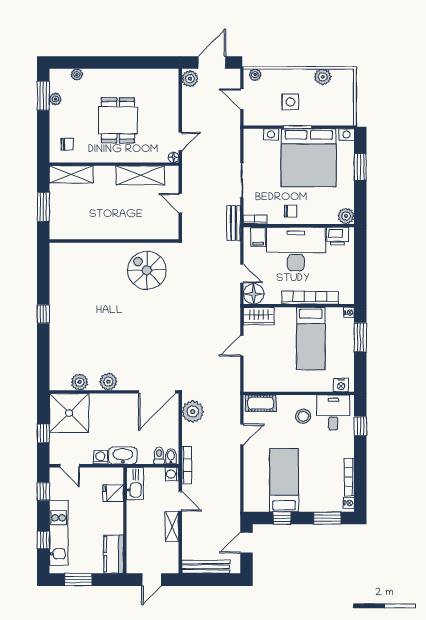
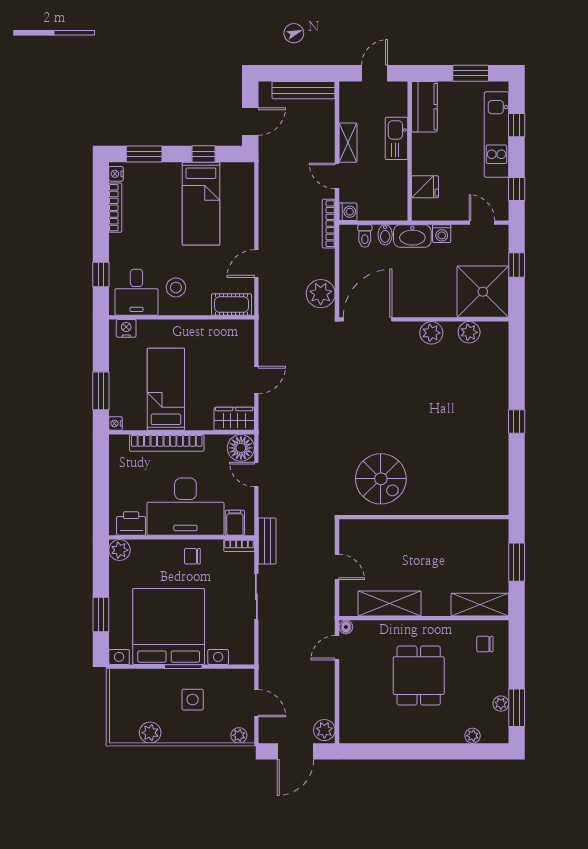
bidet: (171, 456) -> (385, 235), moved
kitchen sink: (135, 483) -> (396, 138), moved

